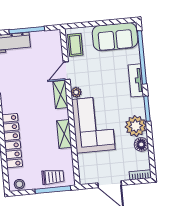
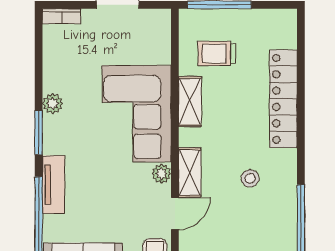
plant: (136, 126) -> (53, 104), width x0.53, depth x0.53
floor lamp: (141, 144) -> (55, 70), removed
trolley: (53, 177) -> (217, 54), moved
stool: (19, 184) -> (250, 178), moved

